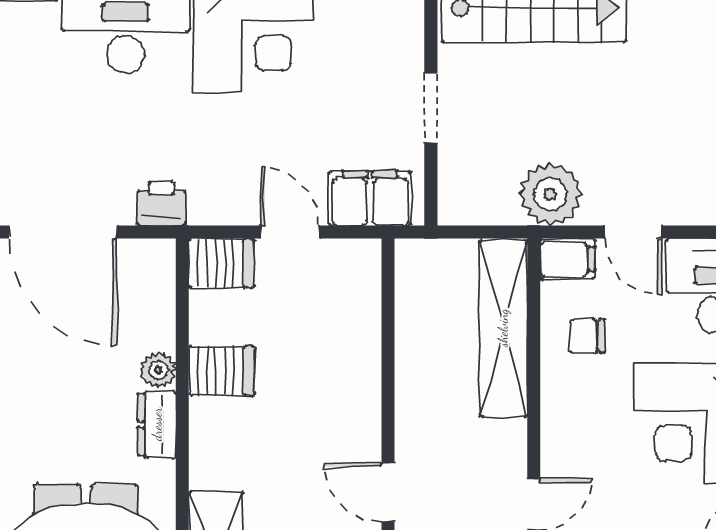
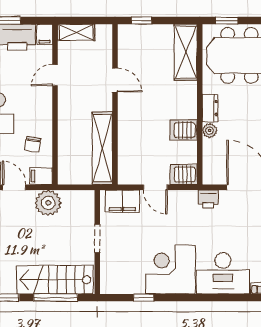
shelving: (503, 328) -> (102, 148), moved
chair: (588, 336) -> (33, 144), turned 99

